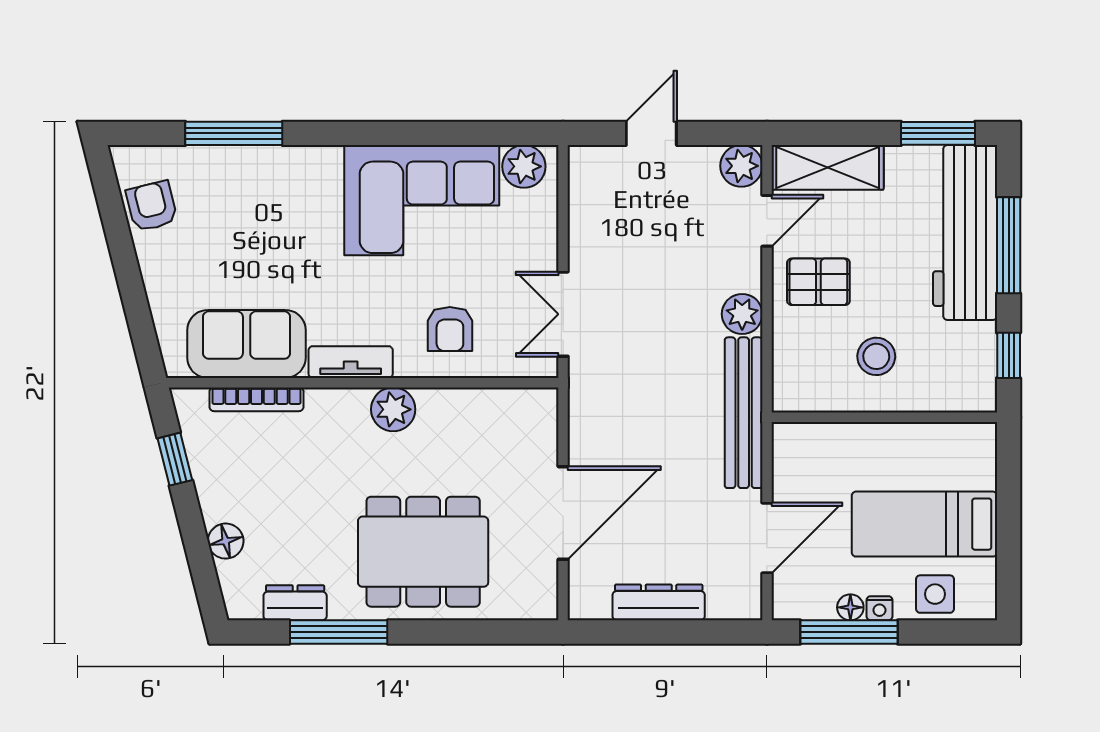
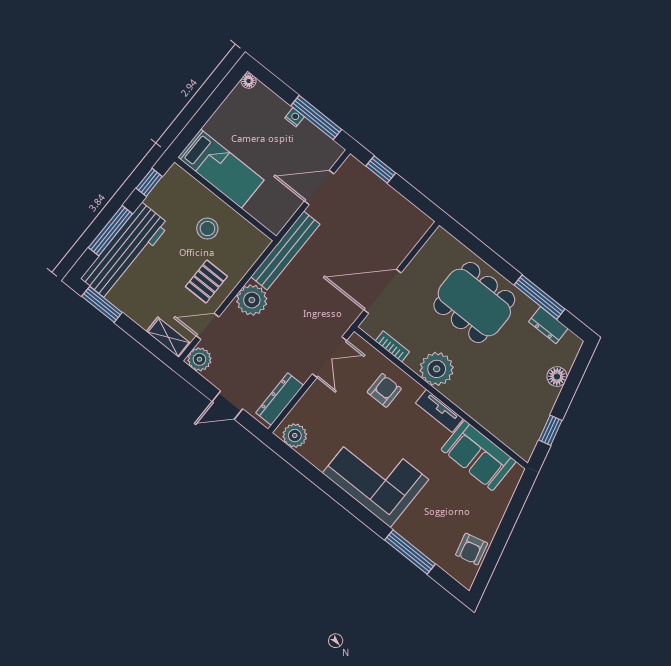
shelving: (828, 167) -> (168, 337), width x0.67, depth x0.75
corner sofa: (422, 200) -> (376, 476), moved
pallet: (818, 282) -> (206, 281), turned 90
plant: (742, 314) -> (252, 300), width x1.36, depth x1.36
bookcase: (256, 399) -> (392, 346), moved, width x0.64
plant: (393, 409) -> (437, 369), width x1.36, depth x1.36
door: (563, 513) -> (382, 291), moved
bed: (924, 524) -> (221, 169), moved
side table: (935, 594) -> (265, 104), removed
dresser: (659, 602) -> (280, 399), moved, turned 90
floor lamp: (850, 607) -> (249, 81), moved
window: (701, 632) -> (381, 169), added

